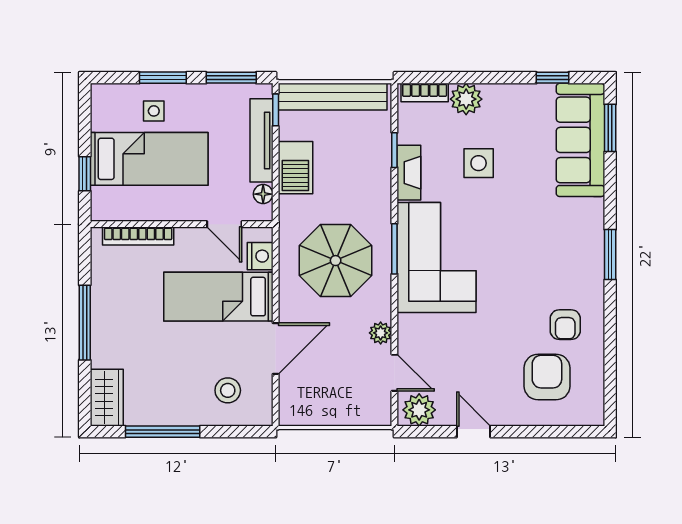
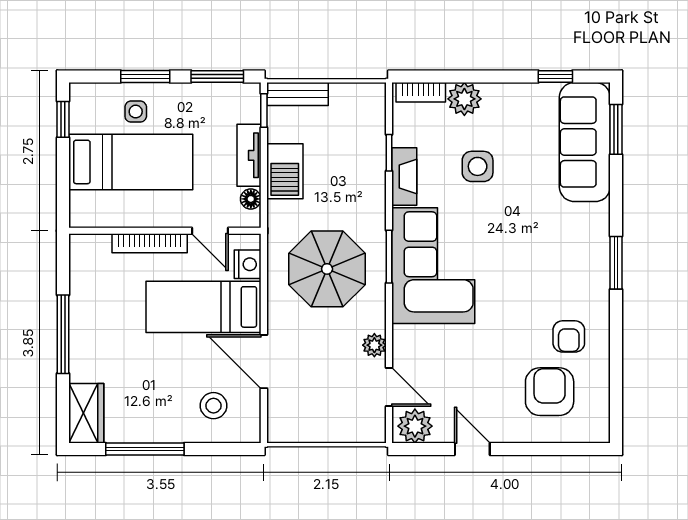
bench: (333, 97) -> (297, 94), width x0.54, depth x0.82
tv unit: (261, 140) -> (249, 155), width x0.71
window: (85, 174) -> (63, 119), moved
bookcase: (138, 236) -> (150, 243), moved
door: (276, 348) -> (264, 362), swing flipped

